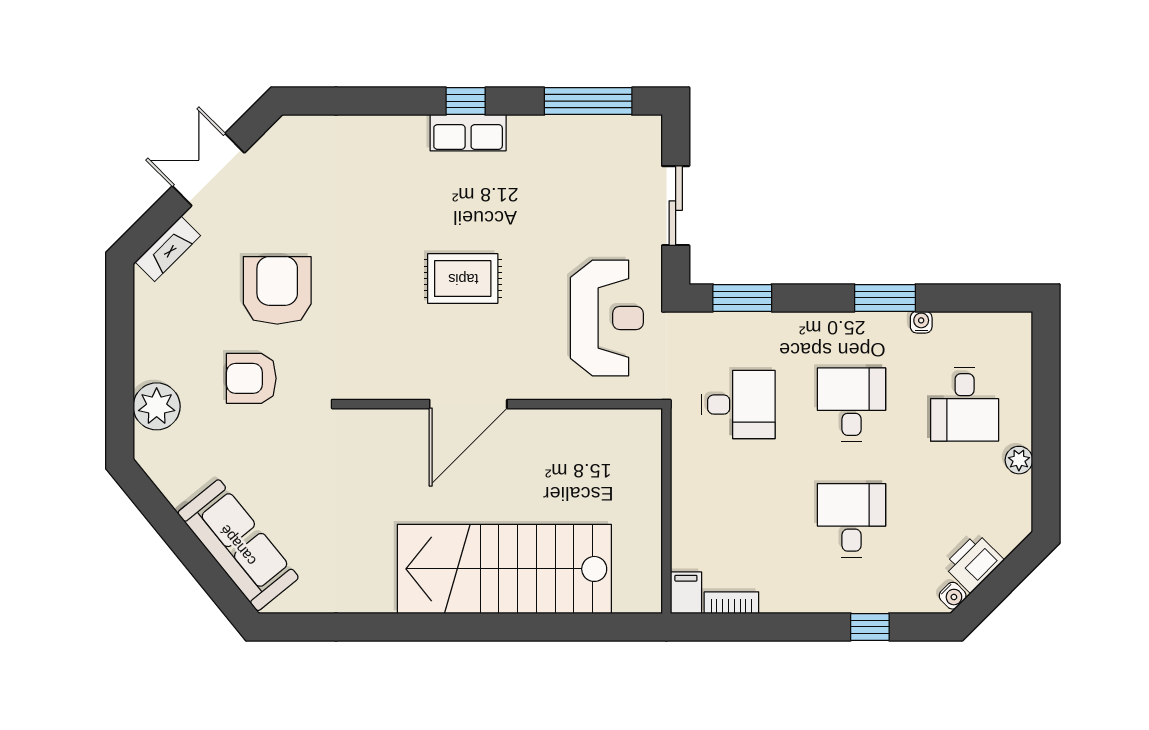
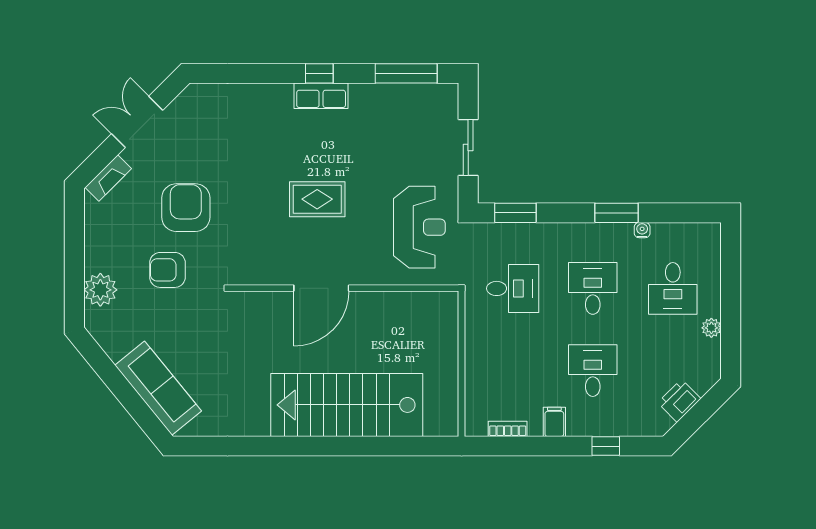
filing cabinet: (686, 593) -> (554, 422), moved
water cooler: (953, 596) -> (664, 424), removed

